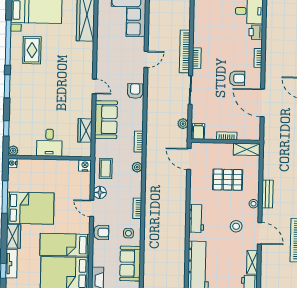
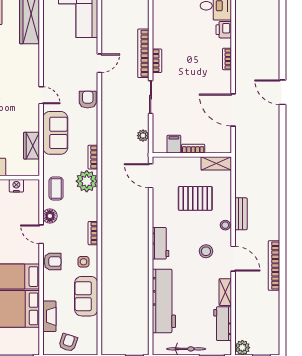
armchair: (237, 78) -> (204, 83), removed
filing cabinet: (198, 131) -> (174, 144), moved
nightstand: (85, 166) -> (16, 186), moved
plant: (137, 167) -> (87, 181), width x1.87, depth x1.87

